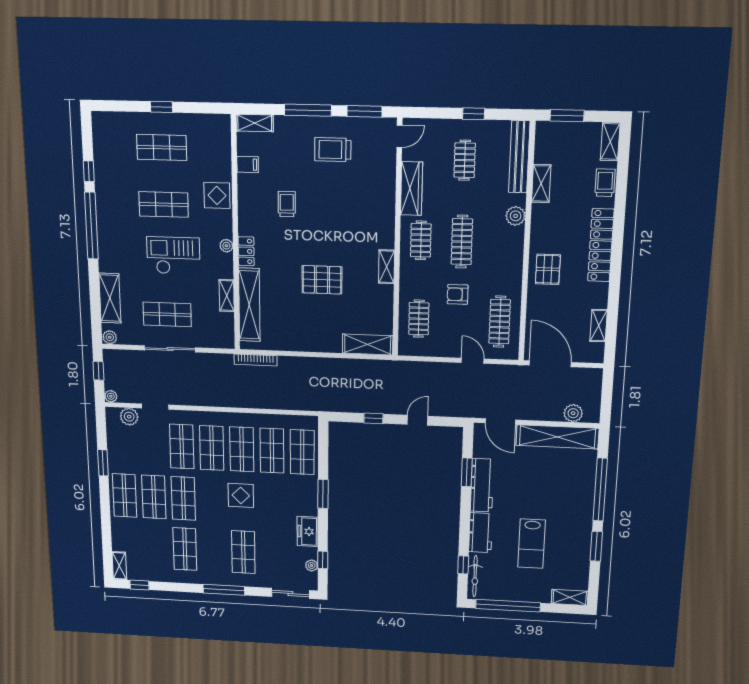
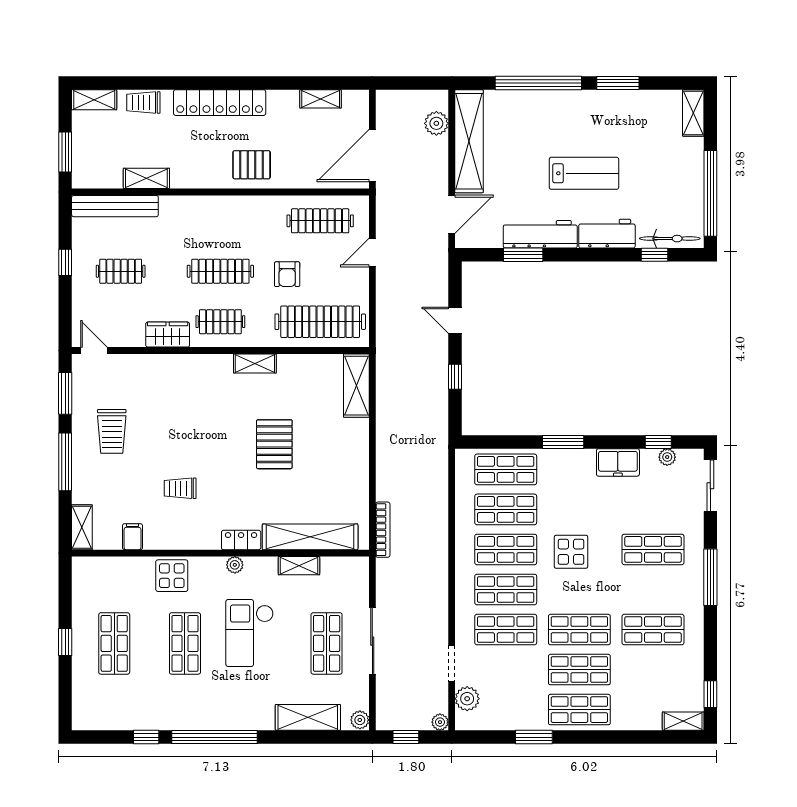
wardrobe: (412, 189) -> (168, 335), width x0.67
plant: (516, 216) -> (187, 207), removed
clothes rail: (419, 319) -> (320, 322), width x1.86, depth x1.31
lab bench: (532, 544) -> (584, 173), moved

